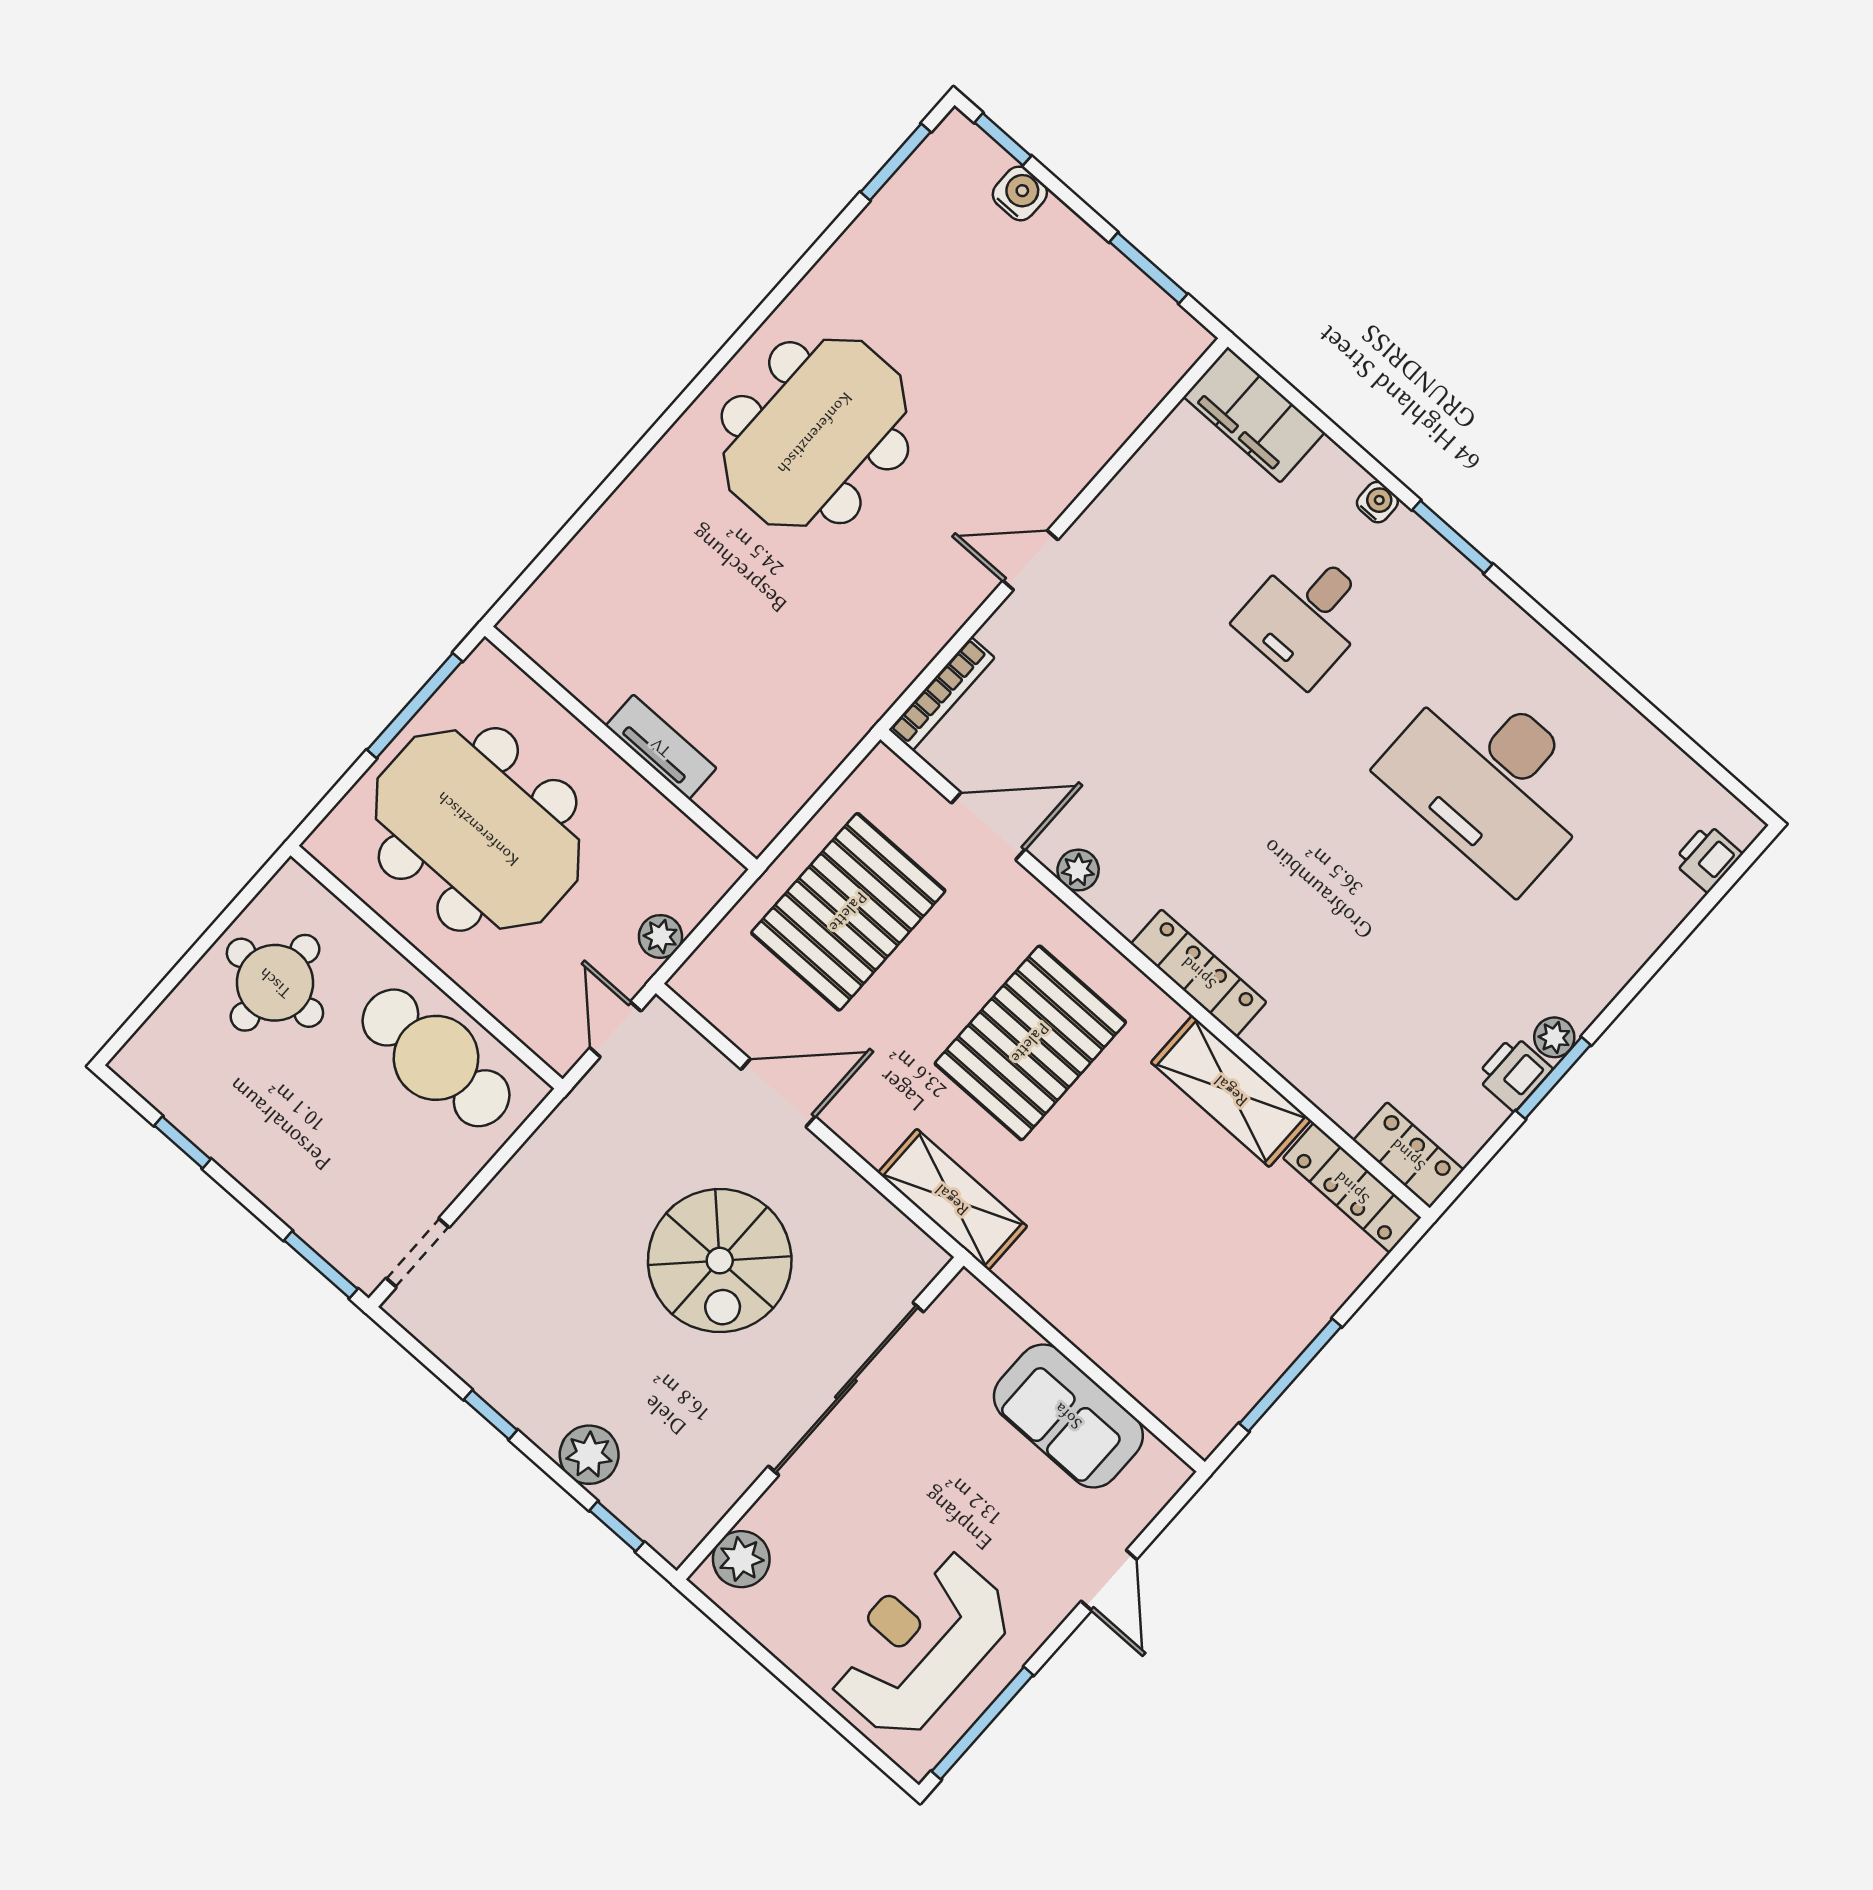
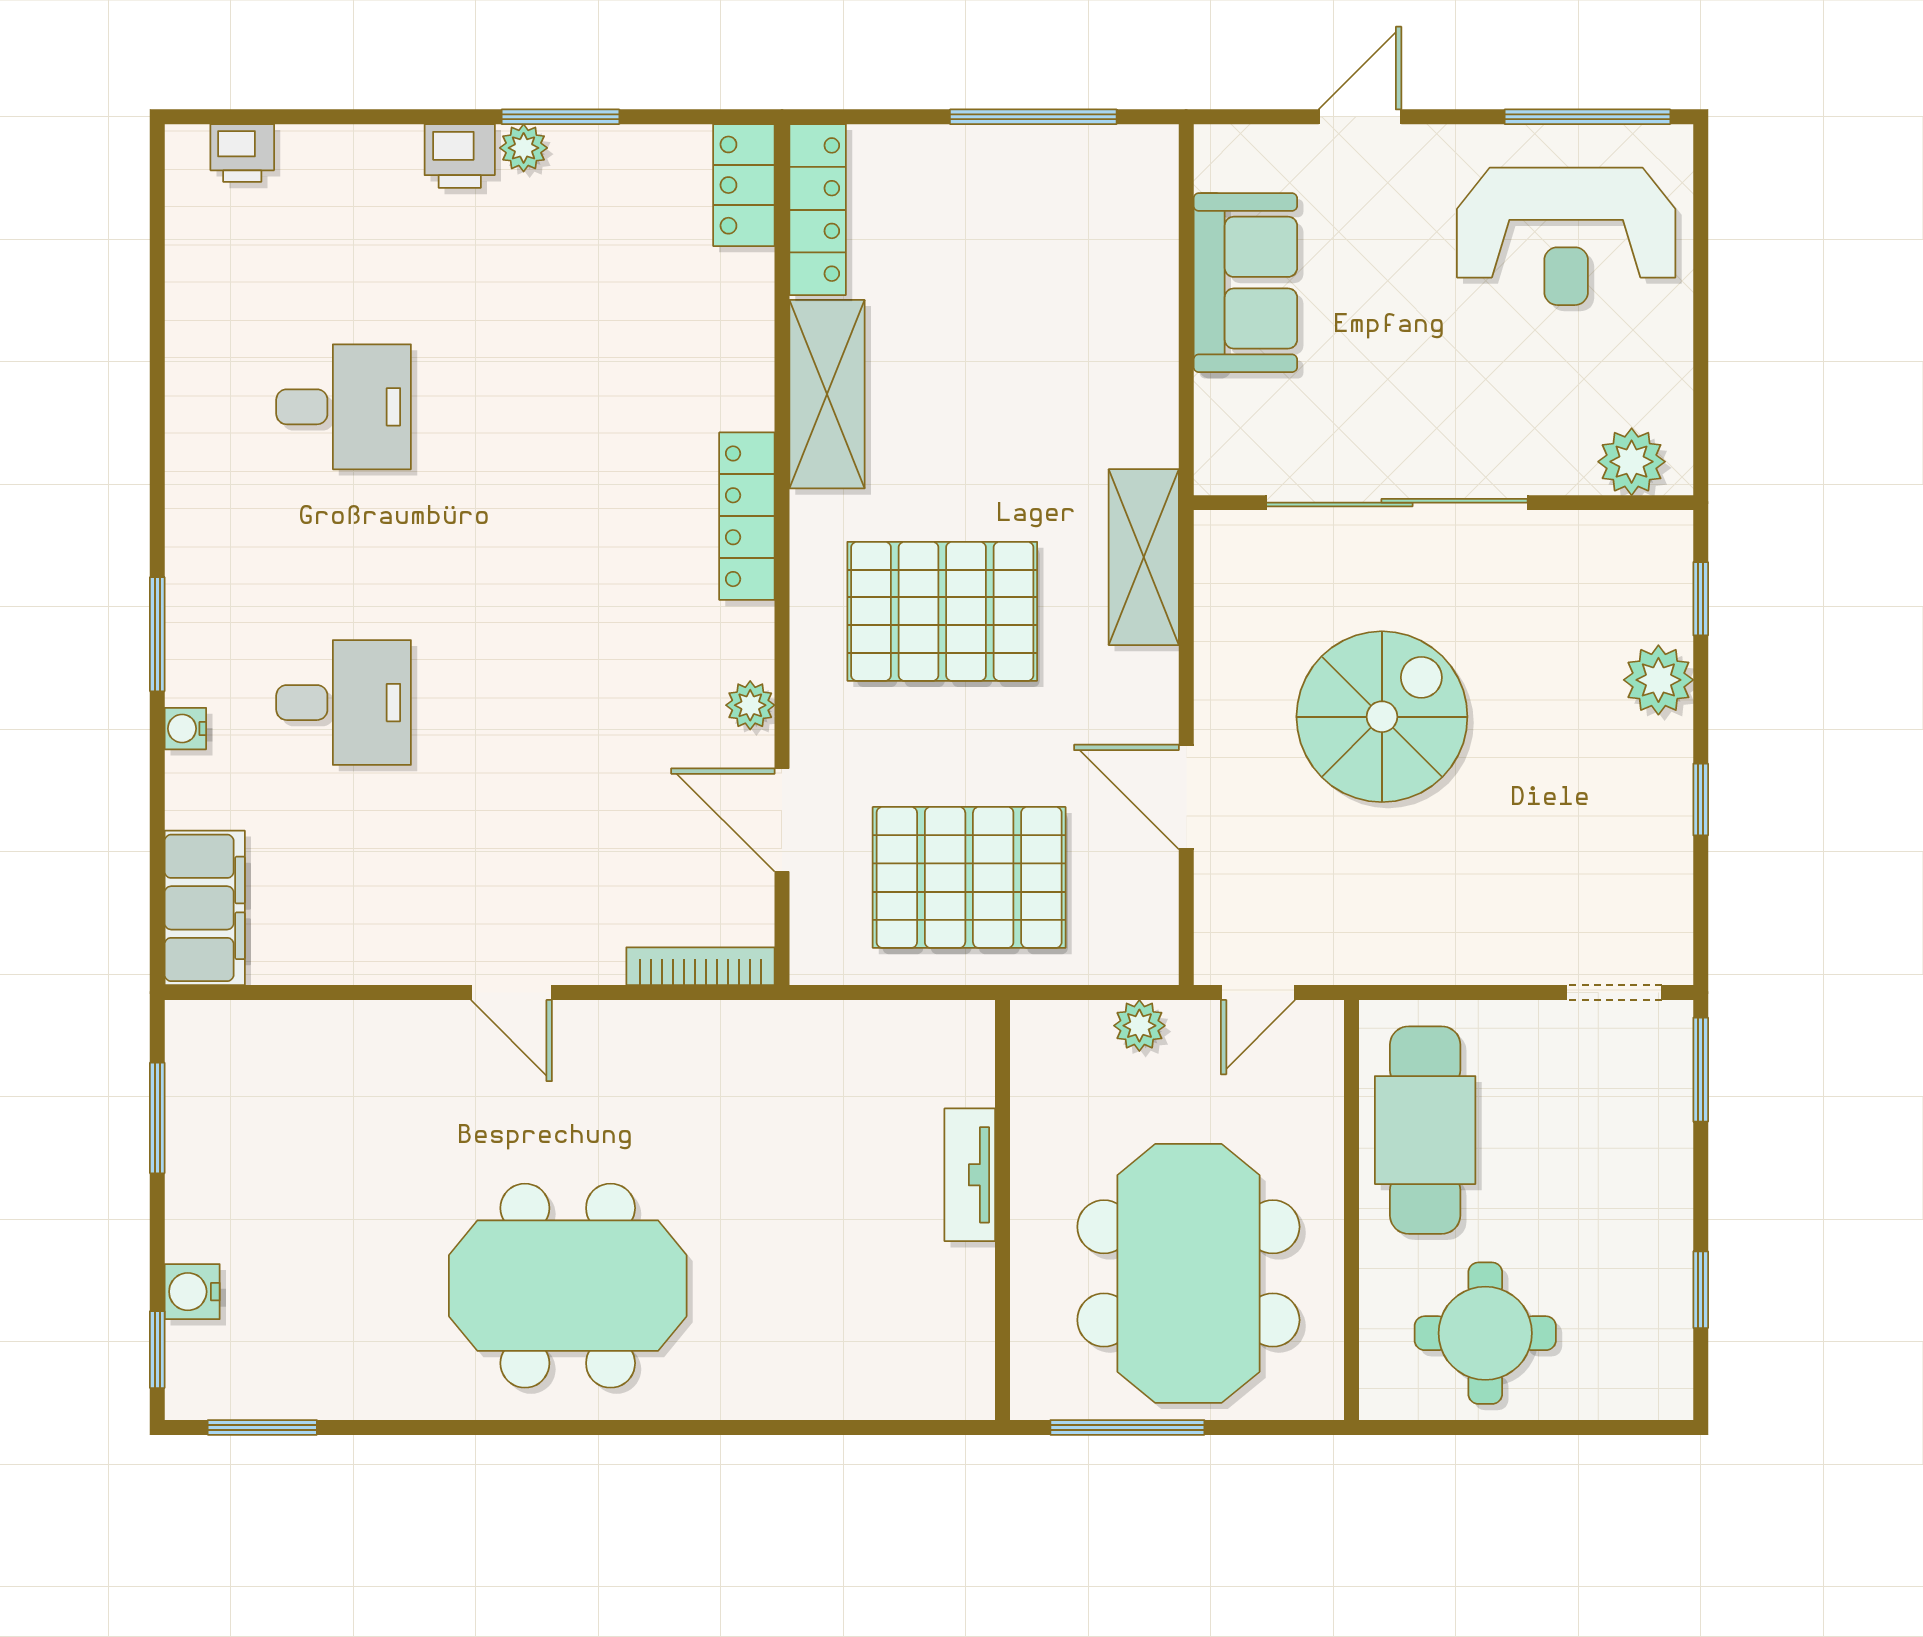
desk: (1492, 780) -> (344, 407), width x0.53, depth x0.77
printer: (1514, 1073) -> (460, 156), moved

